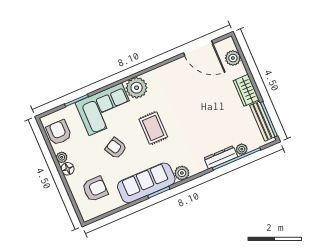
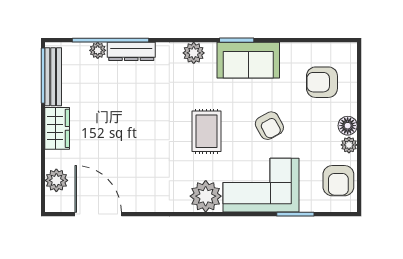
sofa: (146, 183) -> (248, 60), width x0.73

